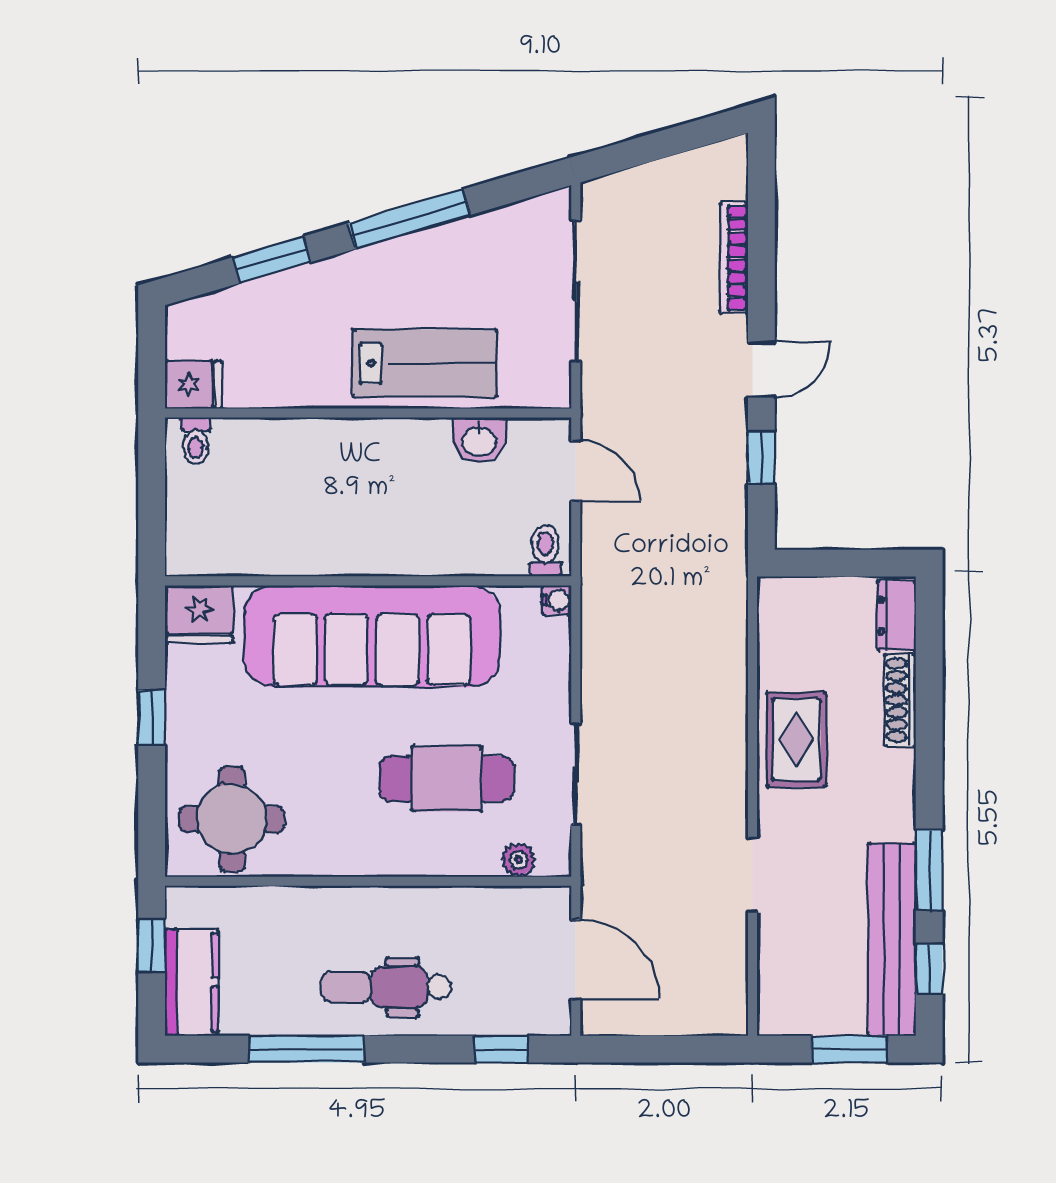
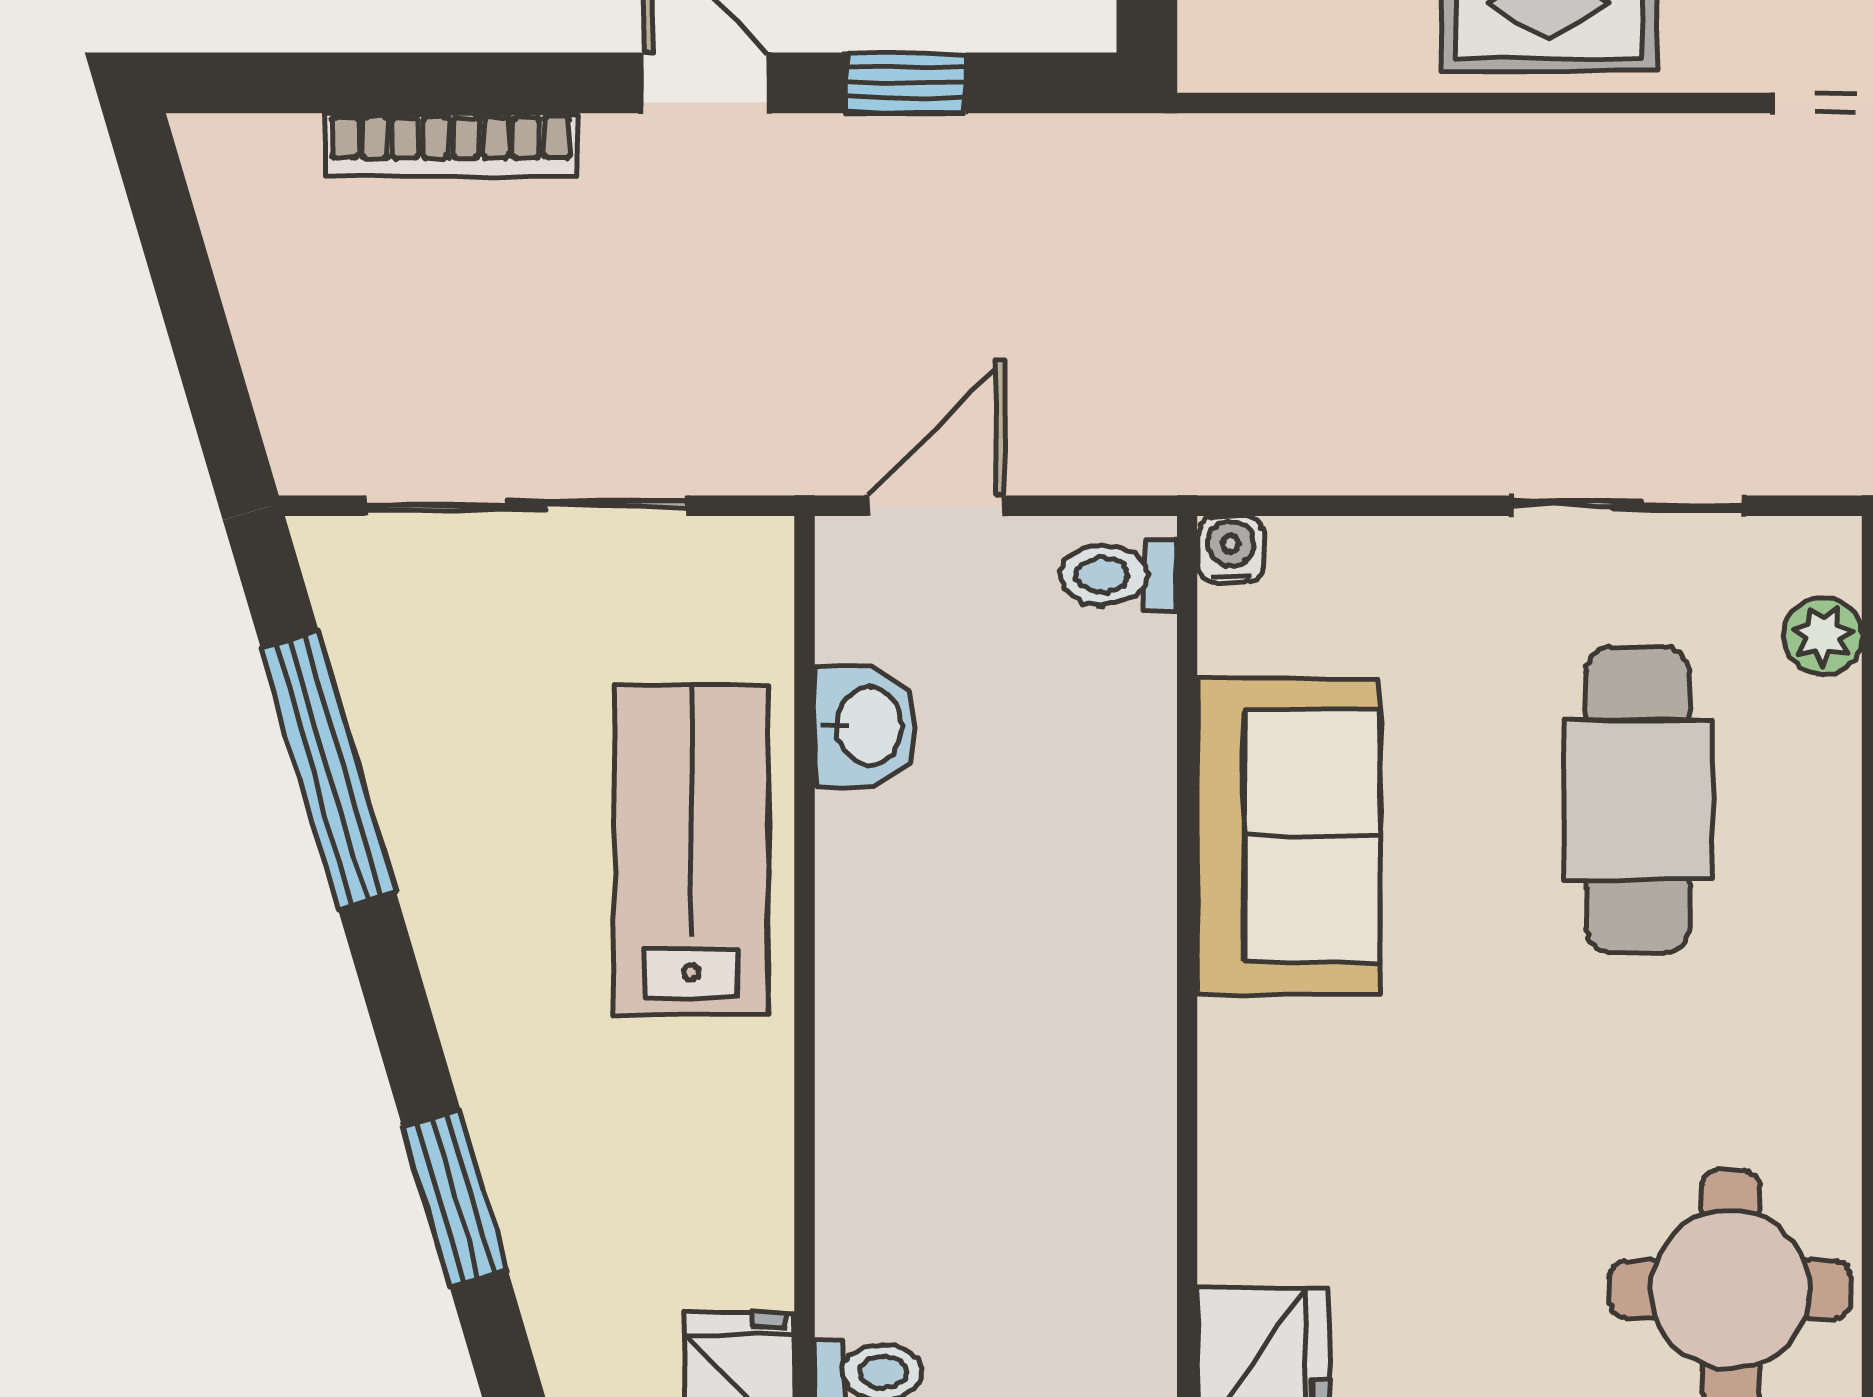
window: (409, 219) -> (328, 770), moved
sofa: (372, 636) -> (1289, 836), width x0.54, depth x0.79

